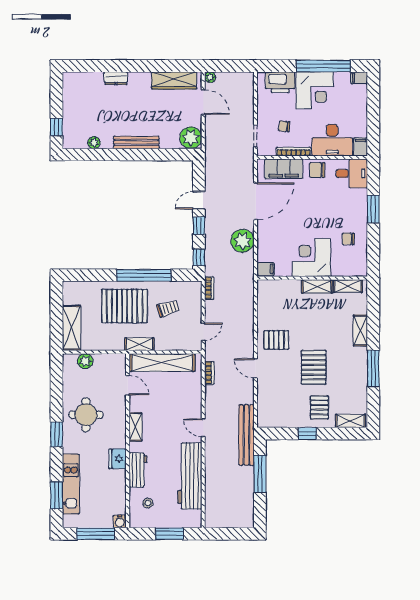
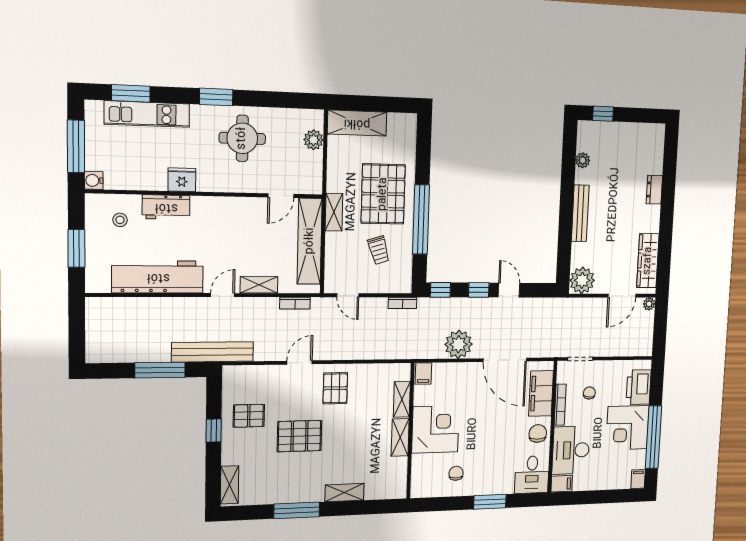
shelving: (348, 286) -> (402, 399), moved
pallet: (319, 407) -> (249, 416), moved
shelving: (136, 427) -> (259, 285), moved

